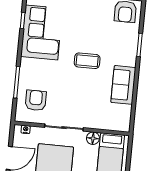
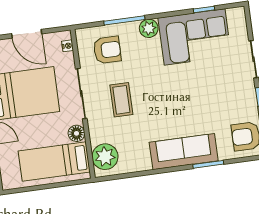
coffee table: (87, 61) -> (121, 100), moved
plant: (27, 65) -> (149, 28), added
sofa: (123, 85) -> (184, 152), moved, width x1.36
plant: (115, 121) -> (105, 157), added

